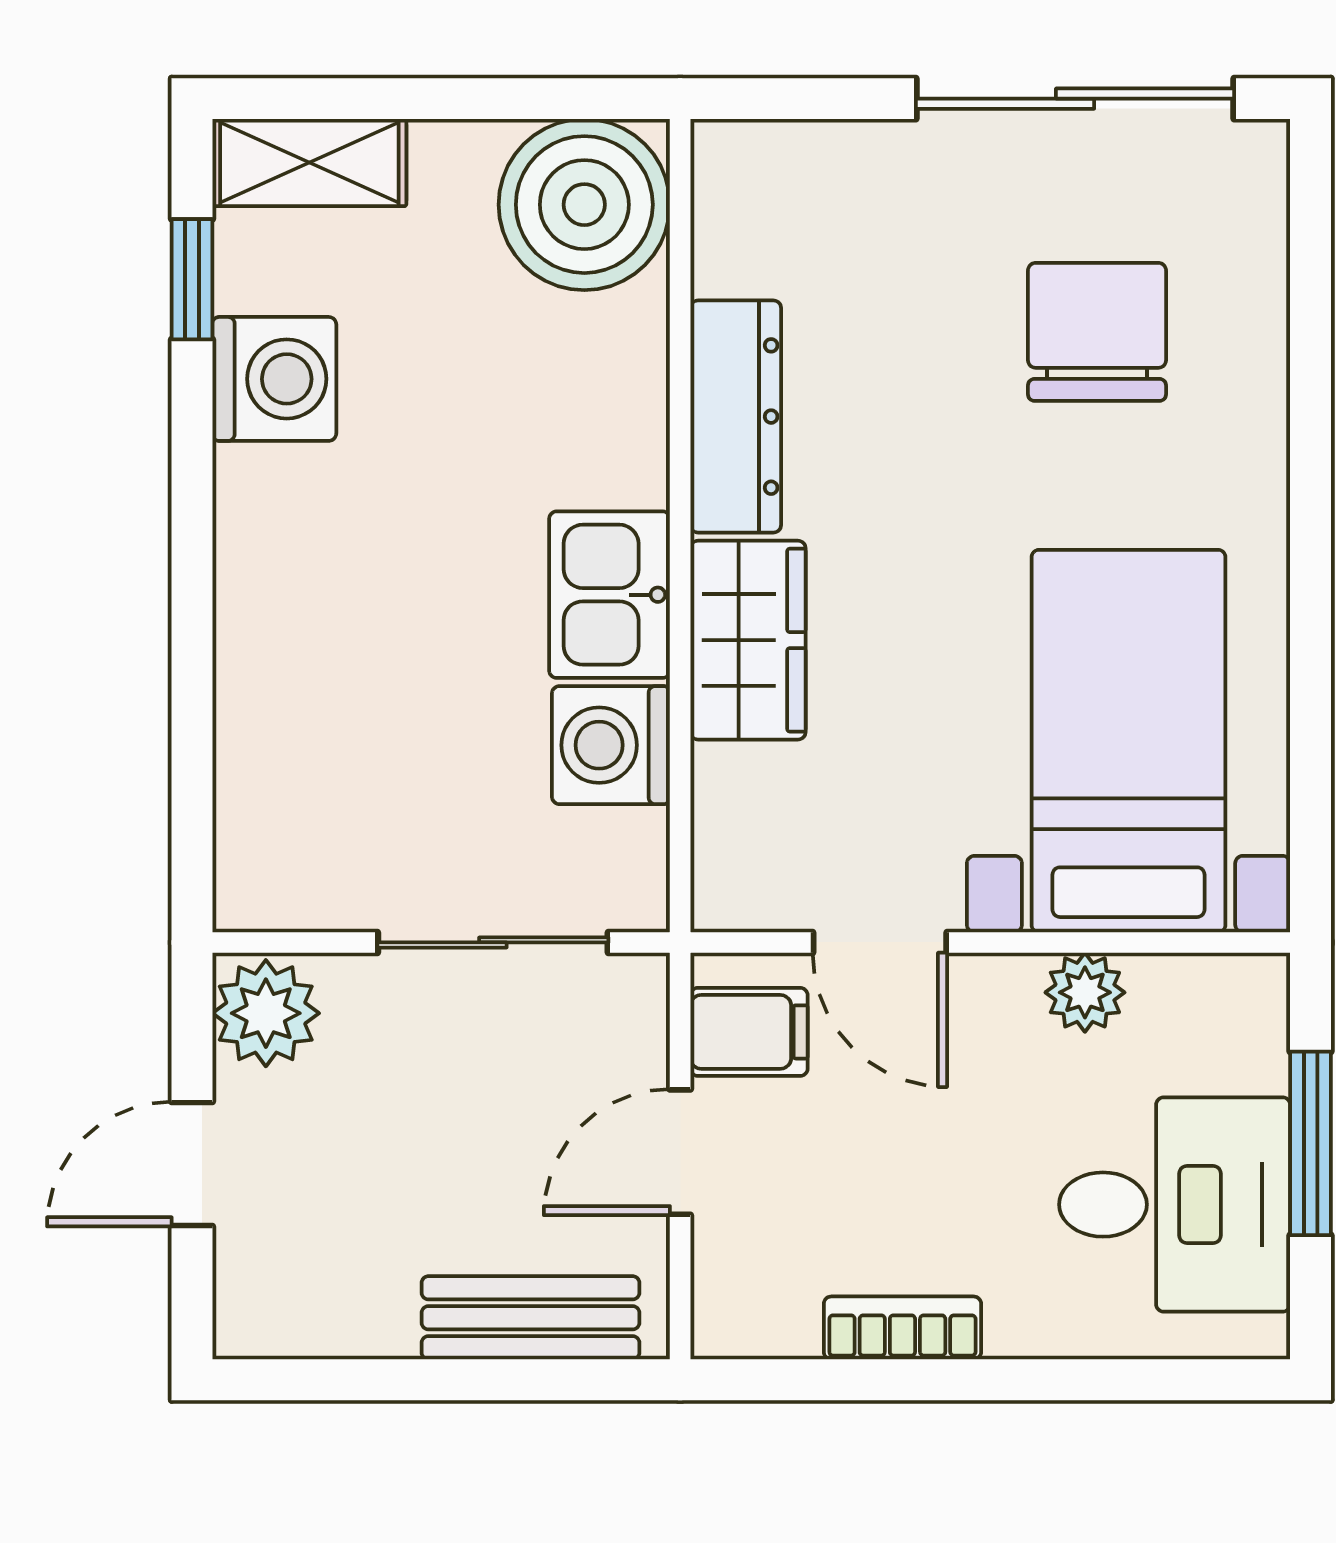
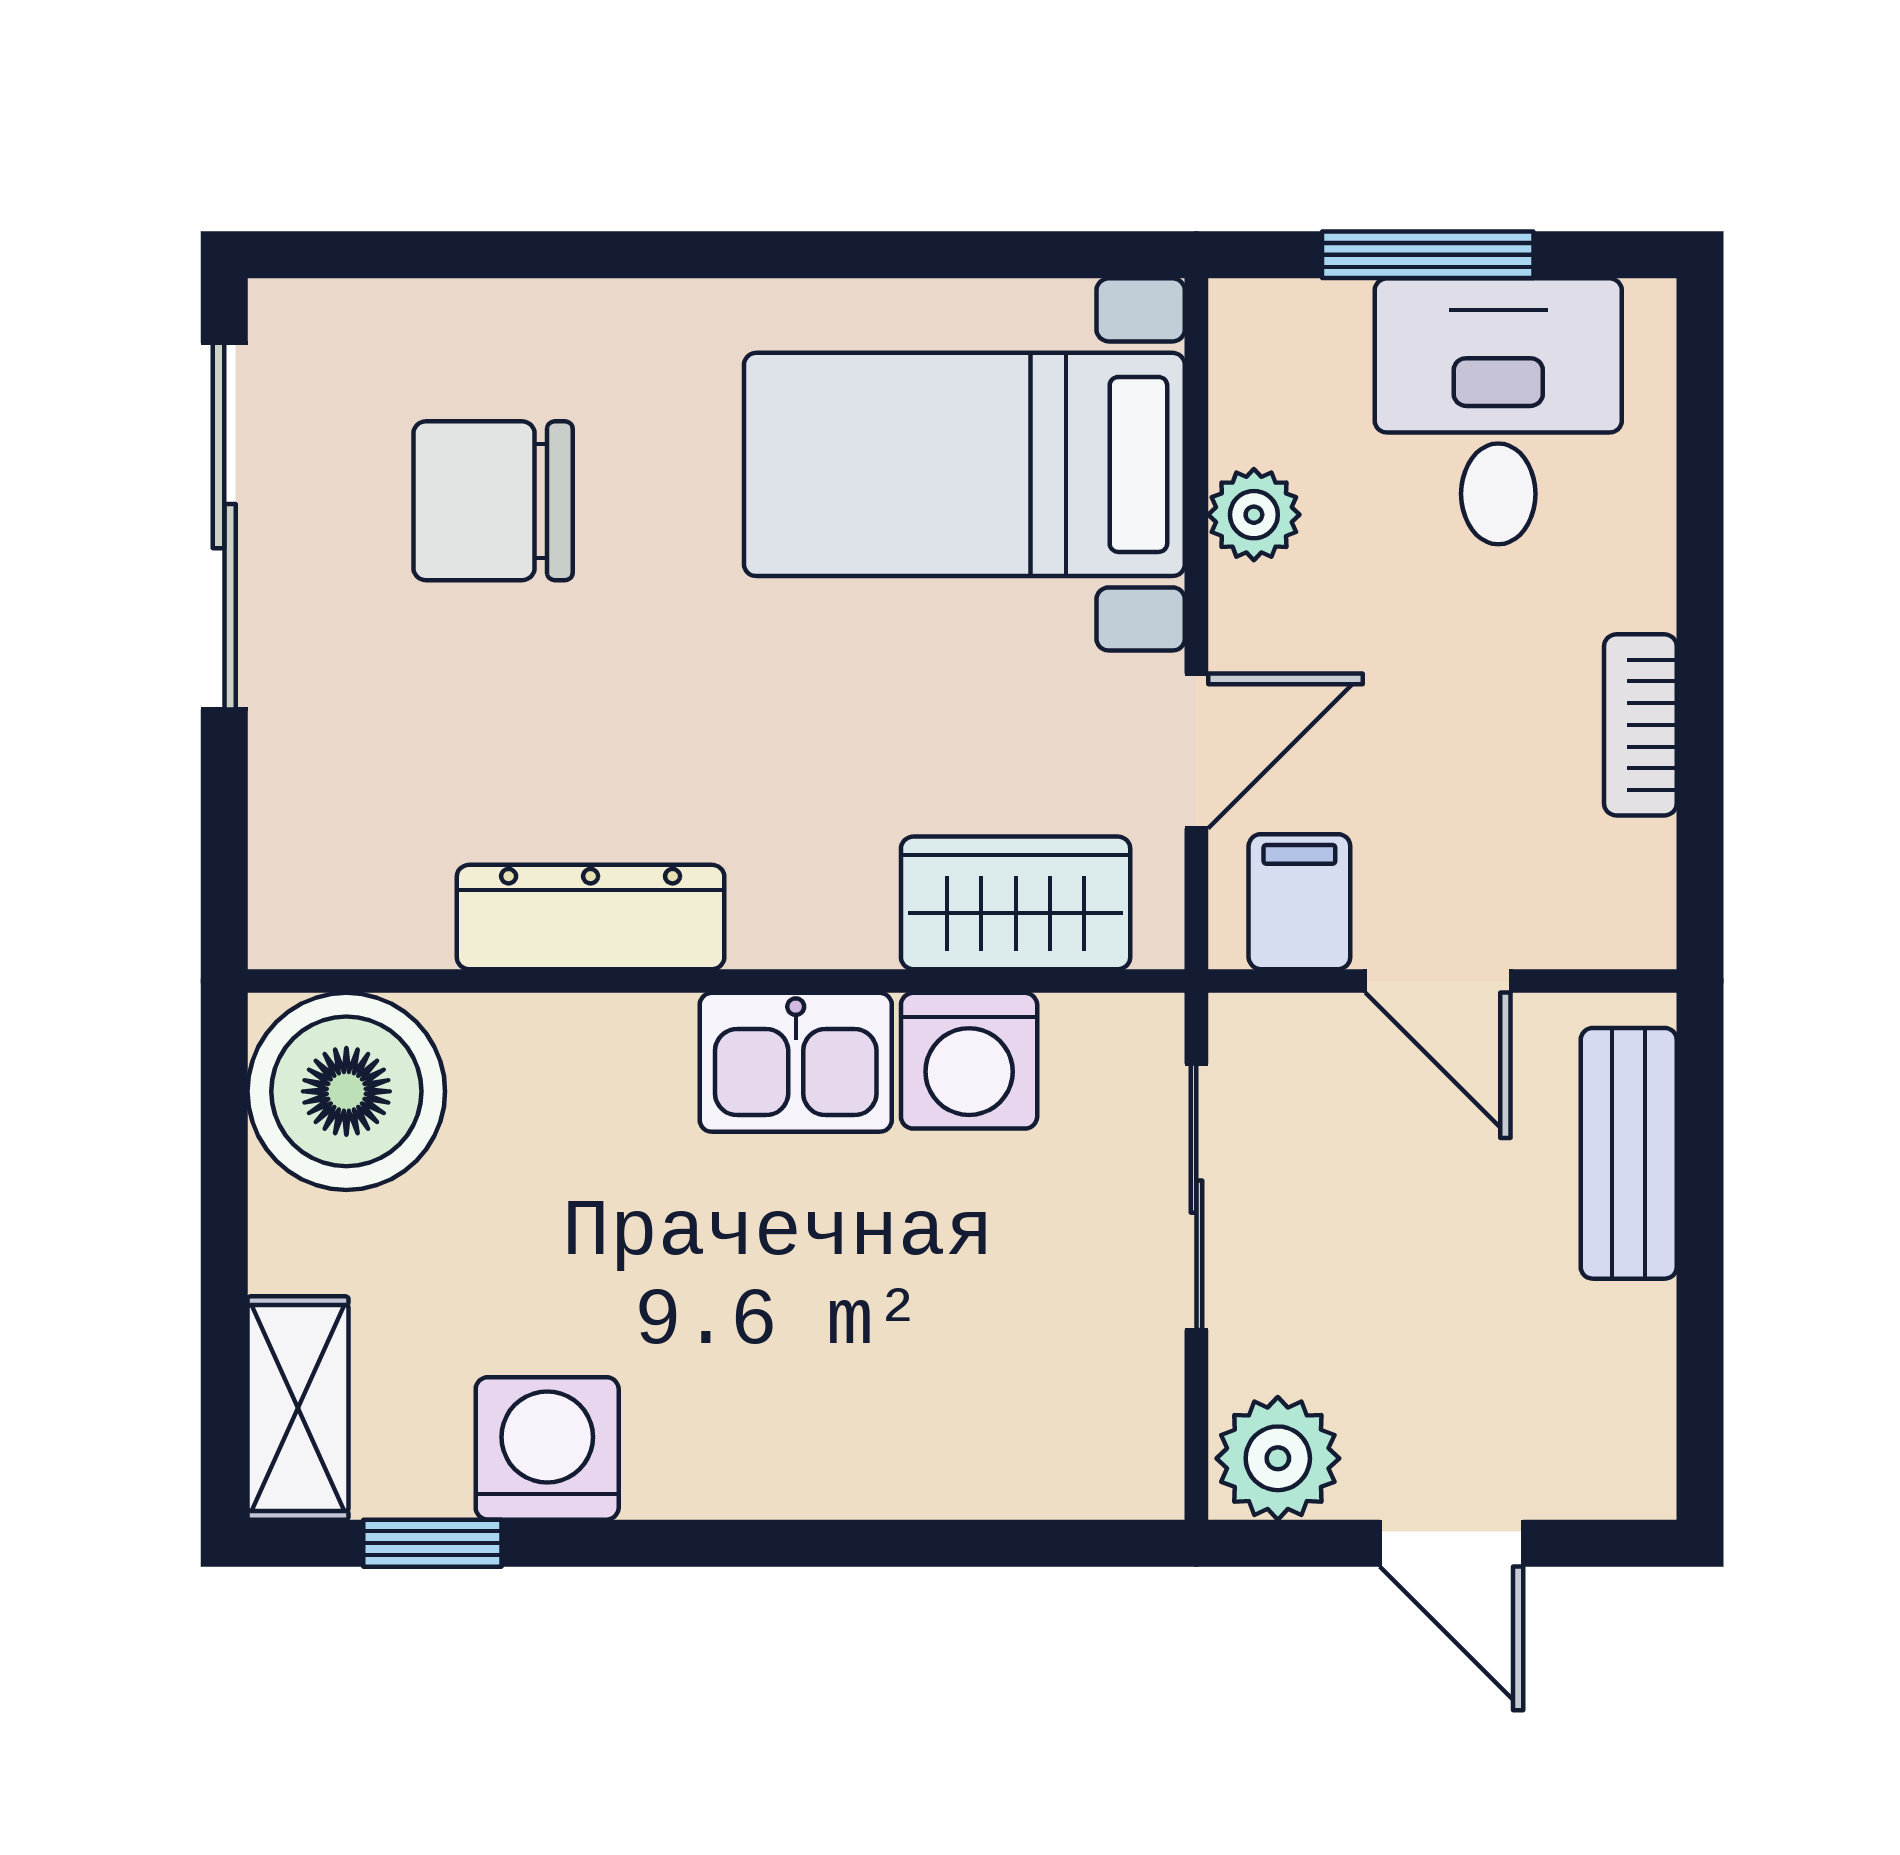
wardrobe: (748, 640) -> (1016, 903), moved

